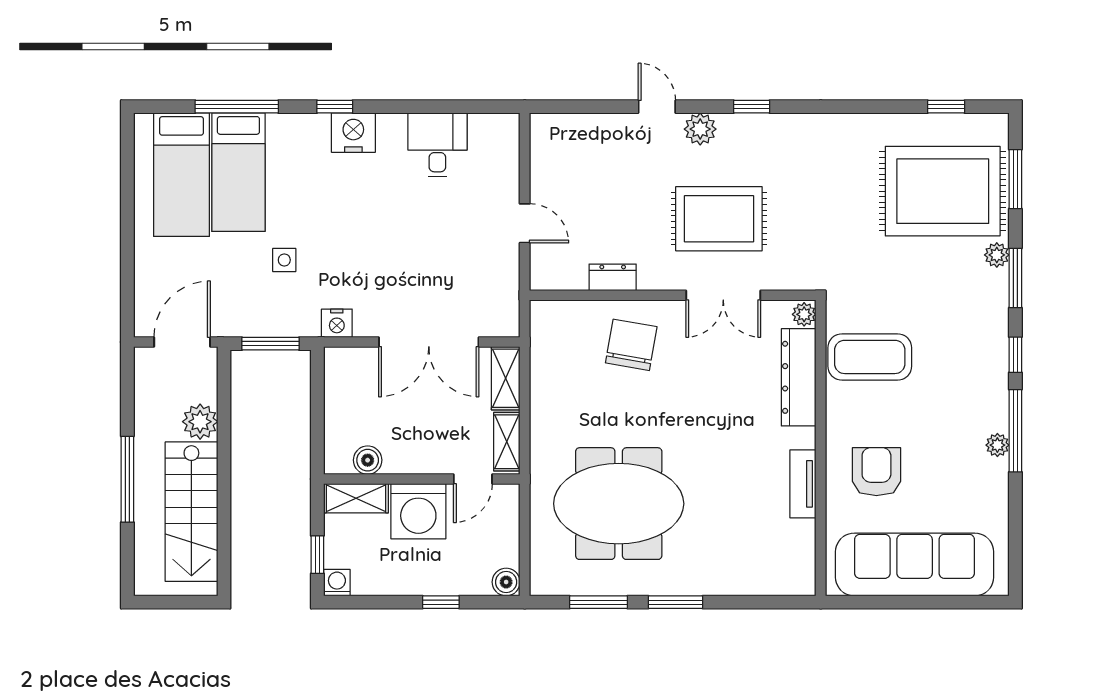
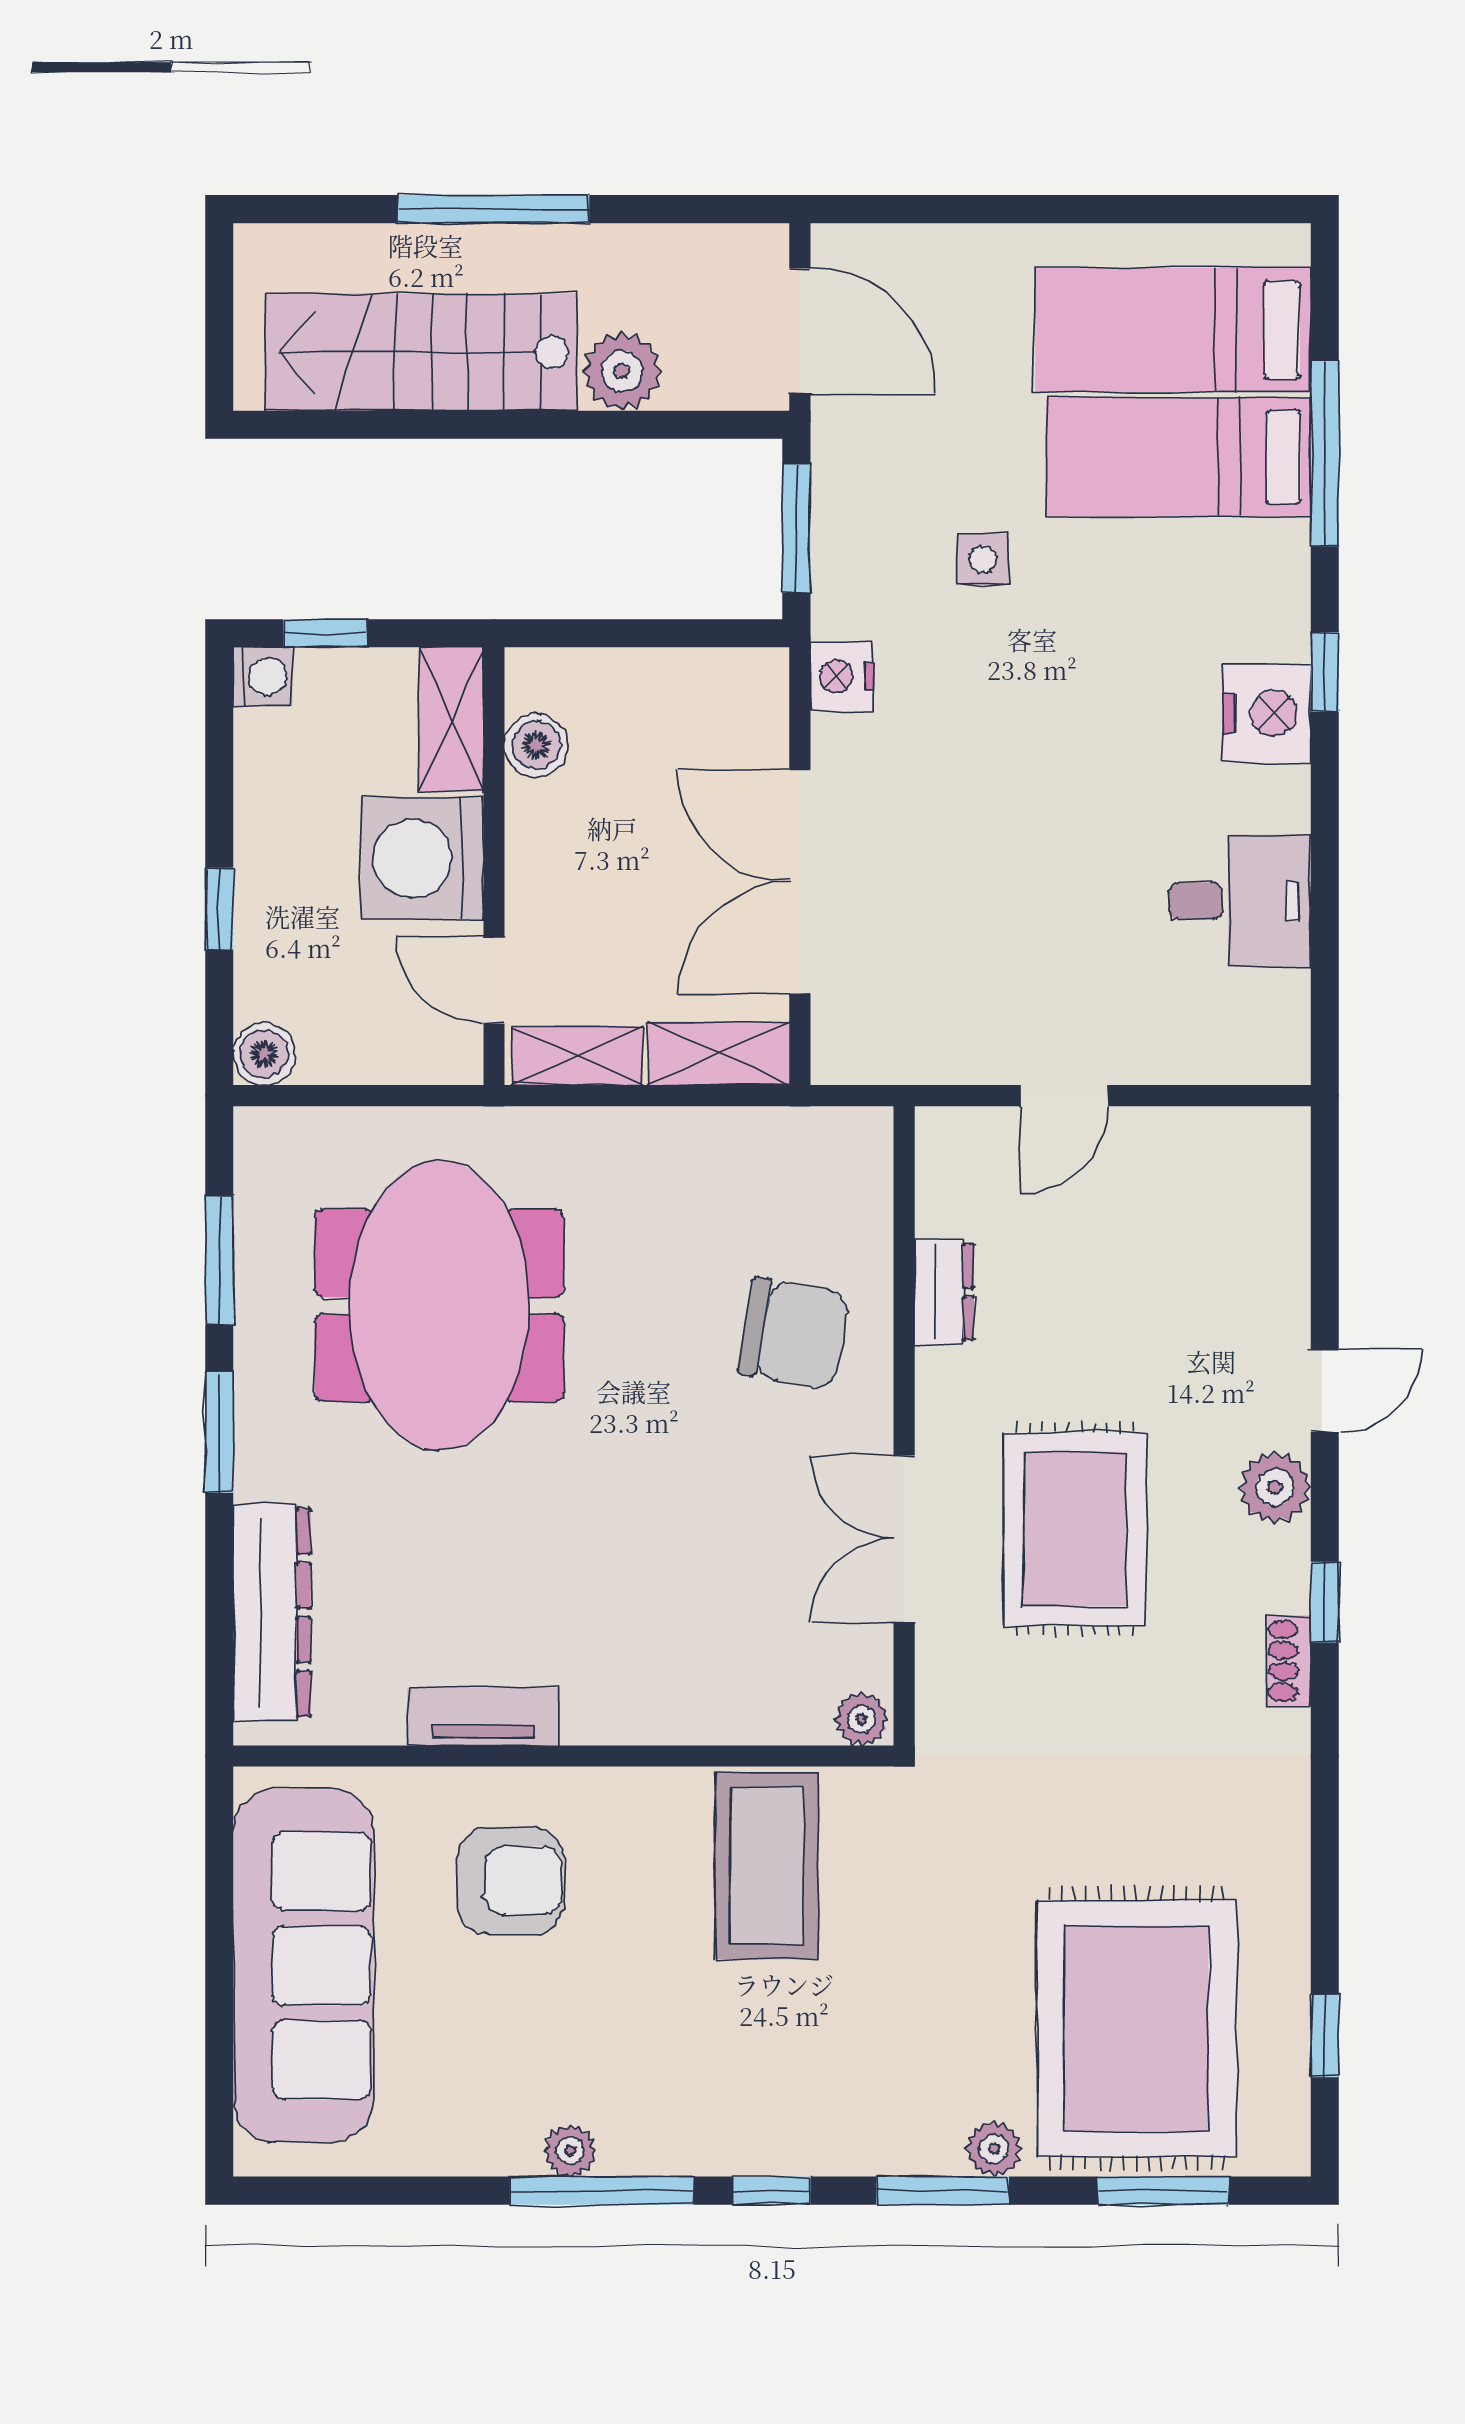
shoe rack: (778, 123) -> (1289, 1661), added
dresser: (799, 377) -> (272, 1613), moved, turned 90

